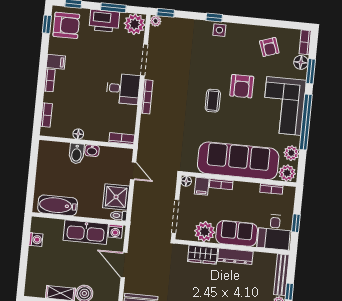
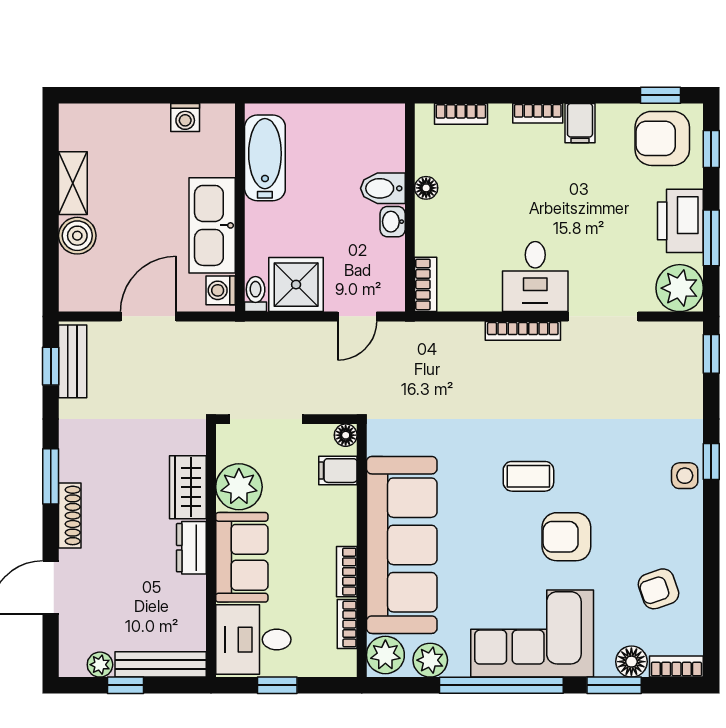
plant: (156, 21) -> (691, 333), removed
armchair: (66, 25) -> (662, 138), turned 90
bookcase: (221, 184) -> (347, 572), moved
dresser: (235, 256) -> (191, 548), width x0.70

